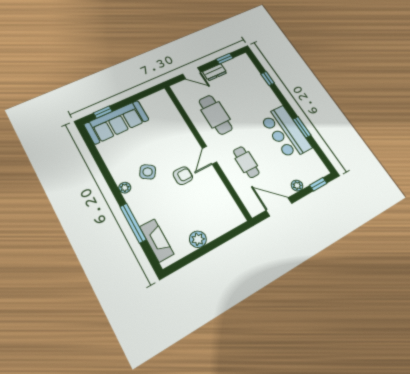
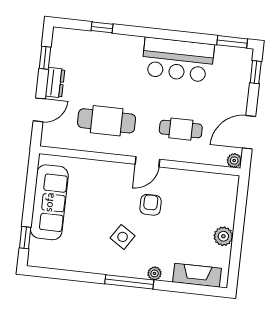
sofa: (117, 122) -> (49, 202), moved
window: (302, 127) -> (232, 42), moved
door: (209, 155) -> (147, 162), hinge flipped
plant: (297, 186) -> (234, 161), moved
plant: (125, 188) -> (155, 273), moved
window: (133, 223) -> (129, 282), moved

